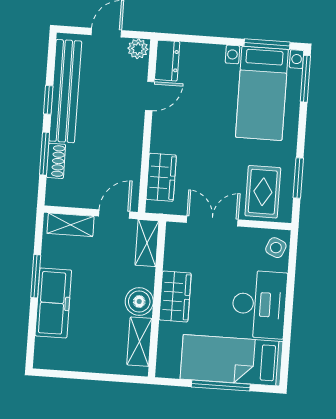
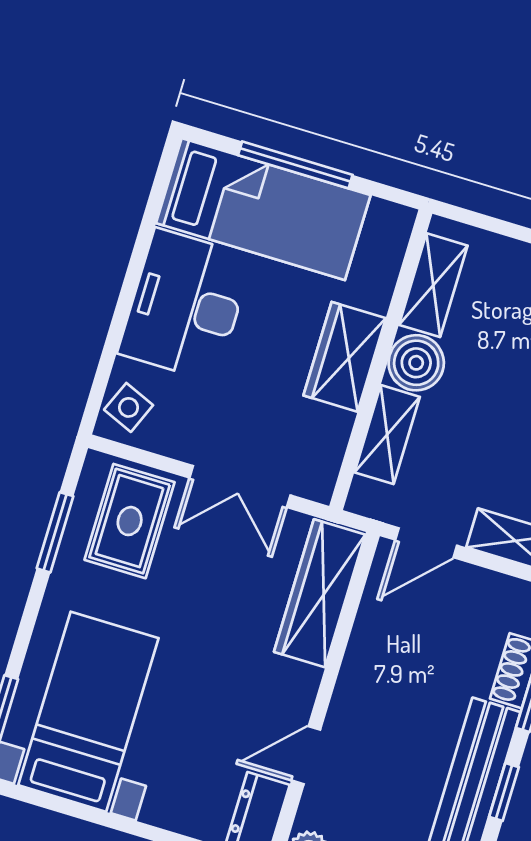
window: (267, 44) -> (57, 804), removed
wardrobe: (161, 177) -> (320, 593), width x1.50
shelving: (147, 243) -> (387, 435), moved

